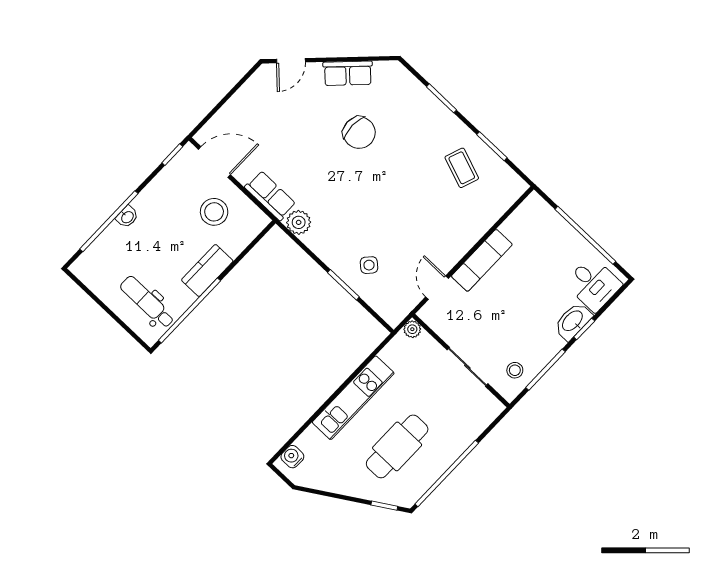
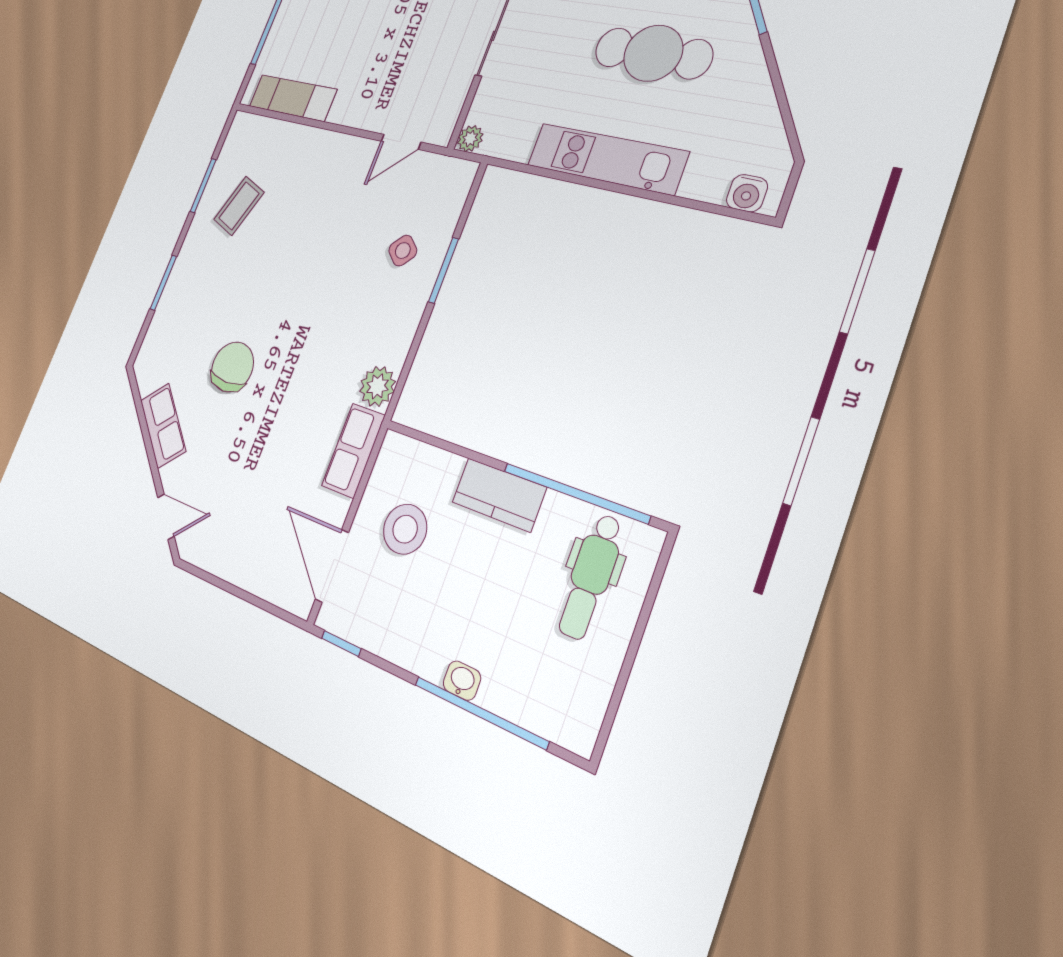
exam couch: (482, 260) -> (293, 98), moved

